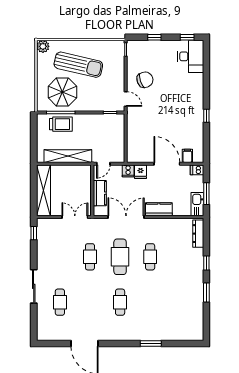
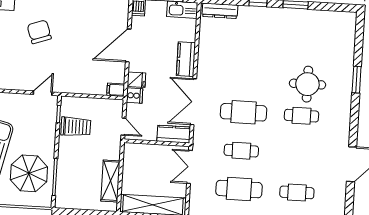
chair: (145, 80) -> (39, 32), moved
trolley: (61, 124) -> (76, 127), moved, turned 90
shelving: (68, 156) -> (110, 181), width x0.68
filing cabinet: (187, 156) -> (116, 90), moved
kitchen counter: (100, 193) -> (174, 134), moved
cafe table: (150, 257) -> (239, 189), moved, width x1.37, depth x1.35
round table: (145, 305) -> (307, 84), added

